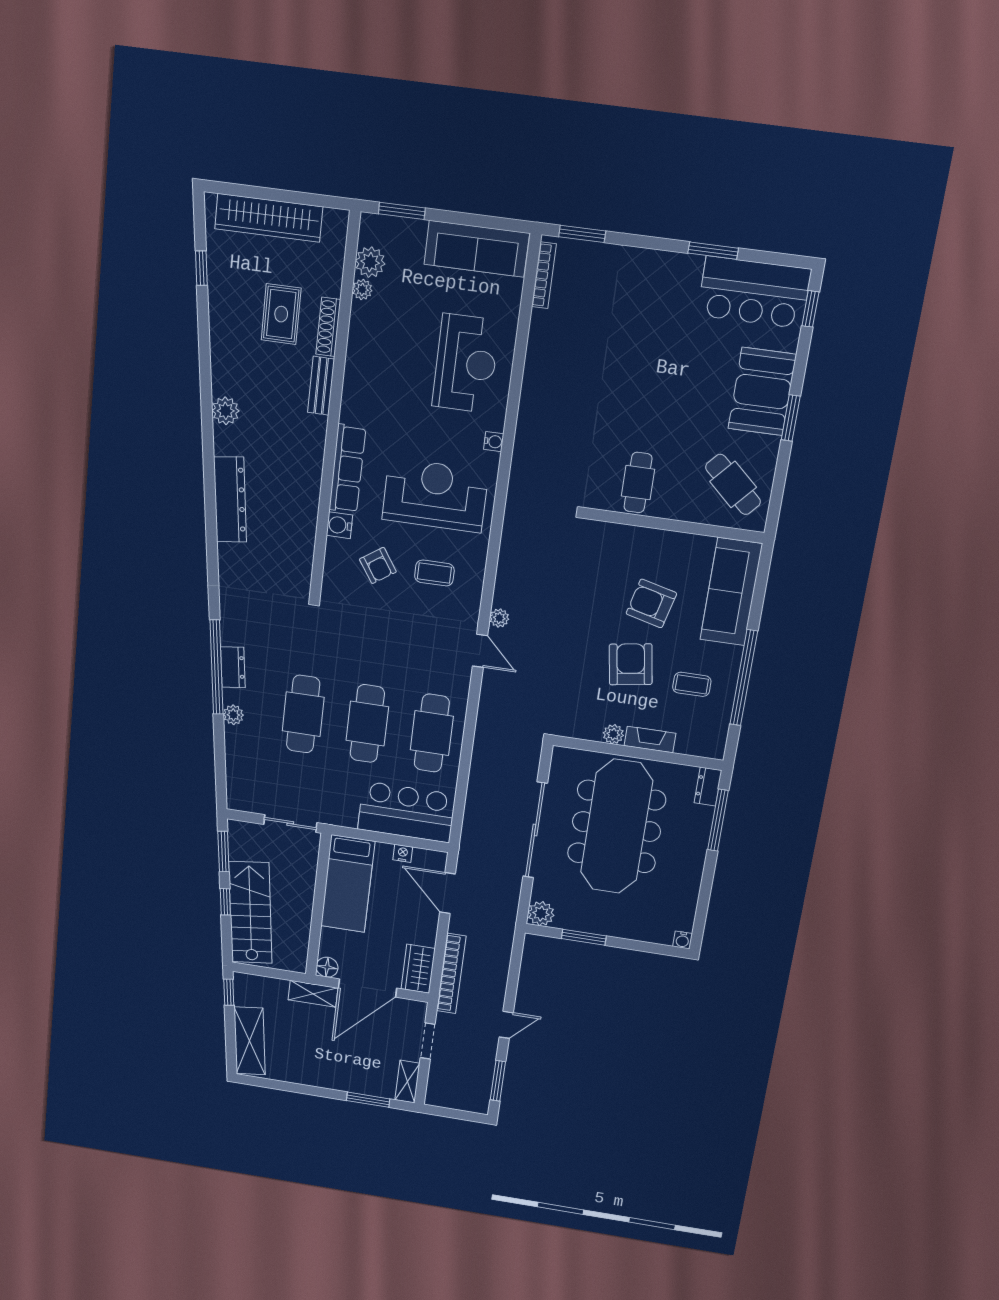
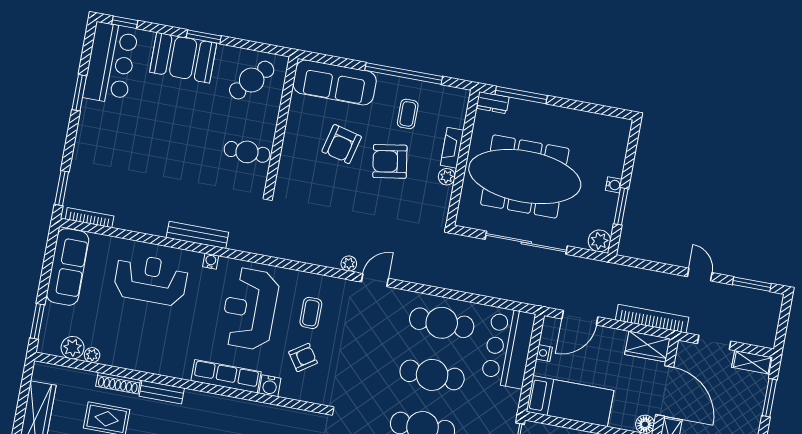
bench: (527, 423) -> (197, 235), added
water cooler: (683, 940) -> (614, 185), moved

